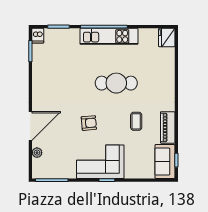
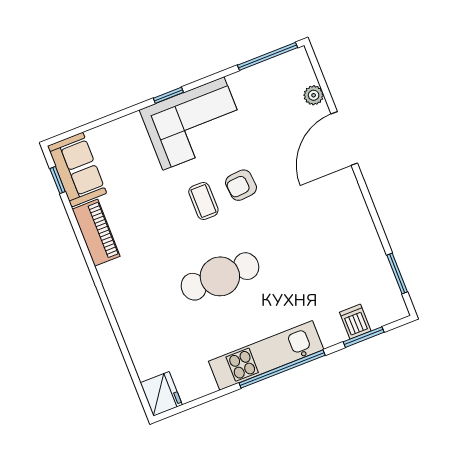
dishwasher: (38, 36) -> (355, 322), moved
coffee table: (136, 121) -> (203, 201), moved

